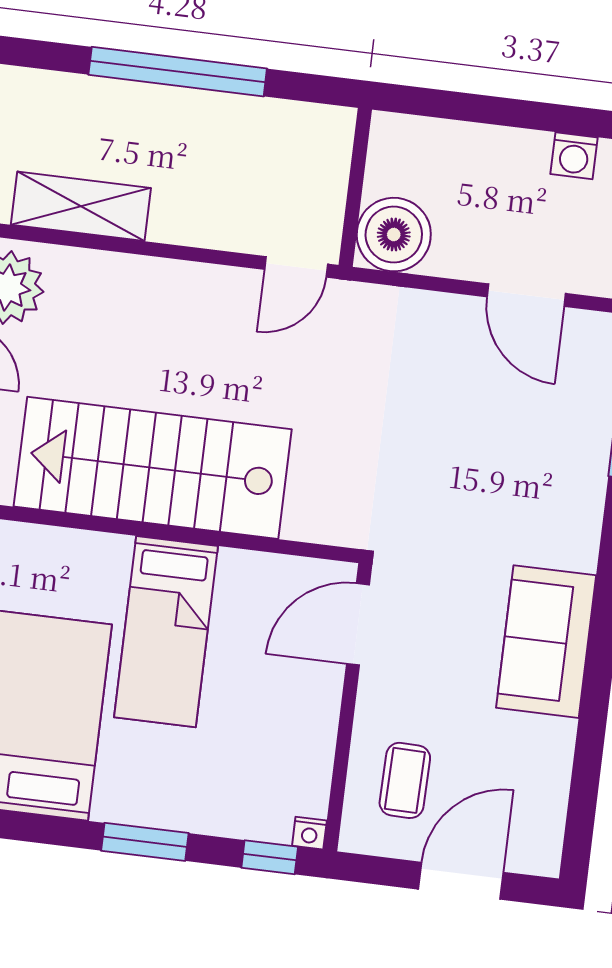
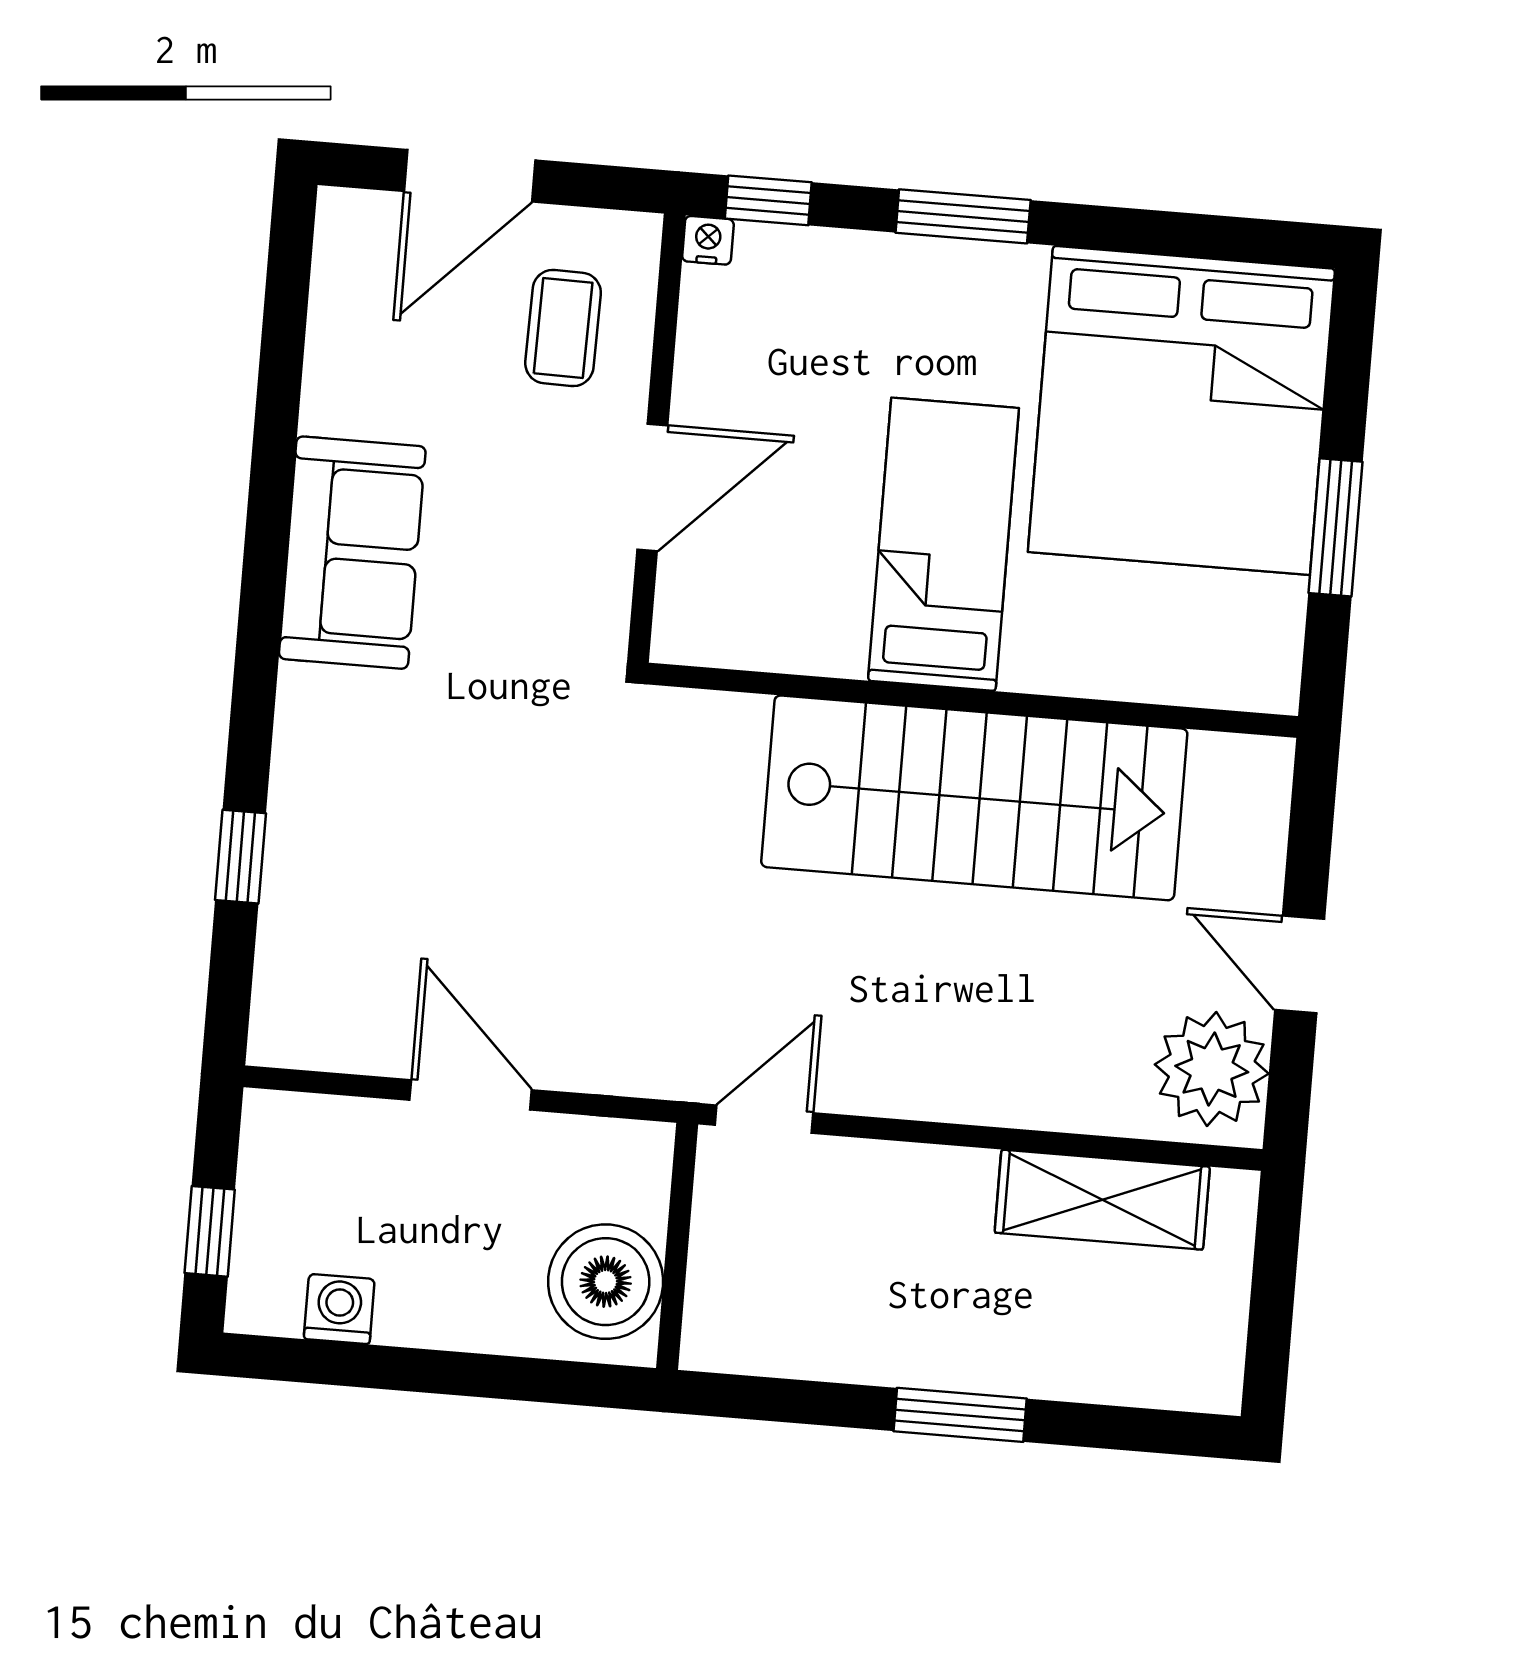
window: (178, 72) -> (960, 1415), width x0.47
boiler: (394, 235) -> (606, 1282), moved
door: (526, 295) -> (471, 1095), moved
door: (358, 624) -> (652, 487), moved

